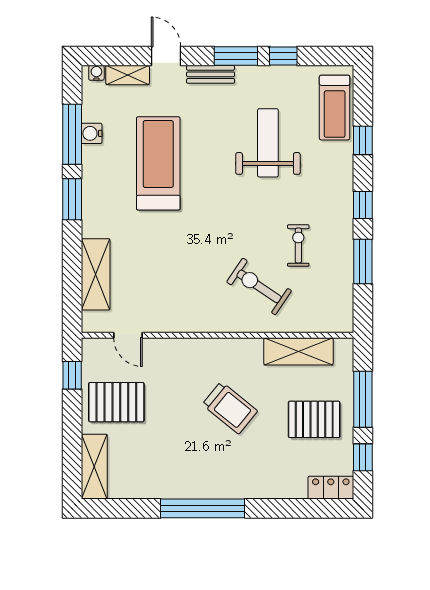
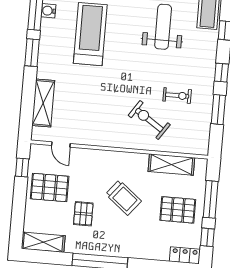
exercise bike: (298, 245) -> (177, 95), turned 90
pallet: (171, 438) -> (83, 214), added
shelving: (94, 467) -> (43, 242), moved, turned 90

